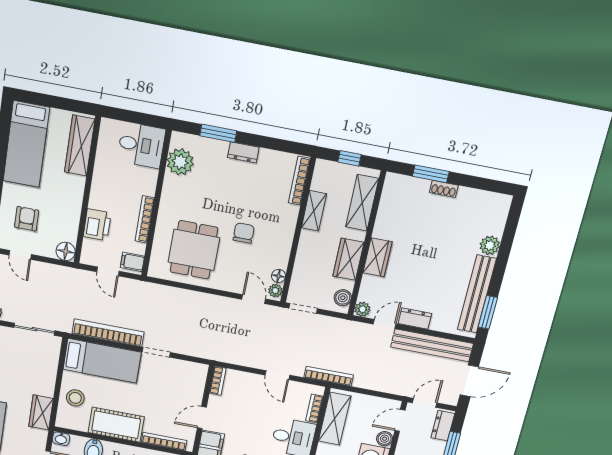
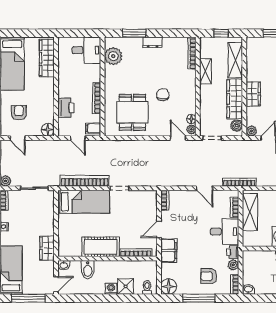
wardrobe: (348, 259) -> (235, 99), width x1.50
stool: (75, 398) -> (69, 233), removed

